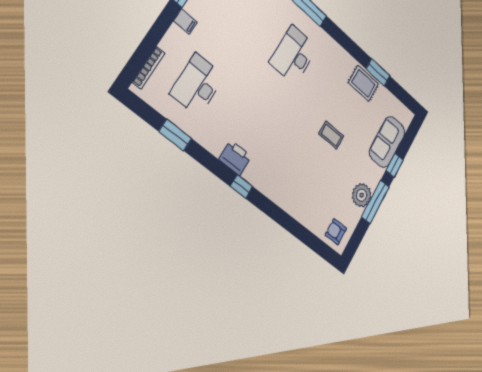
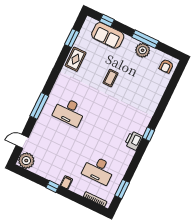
window: (378, 72) -> (72, 38), moved
window: (175, 135) -> (122, 189), moved
window: (395, 165) -> (107, 21), moved

